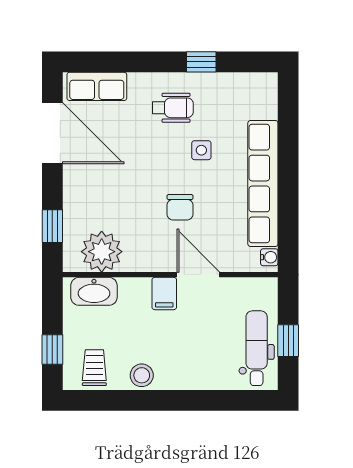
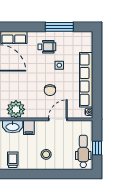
window: (201, 62) -> (59, 27), width x2.17
door: (198, 275) -> (58, 119), hinge flipped
filing cabinet: (164, 293) -> (29, 128), moved
stool: (142, 375) -> (46, 154), moved

